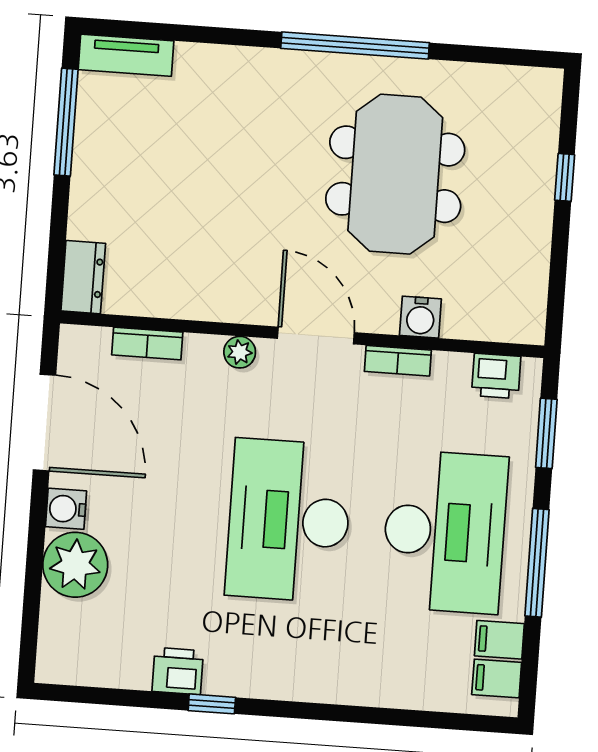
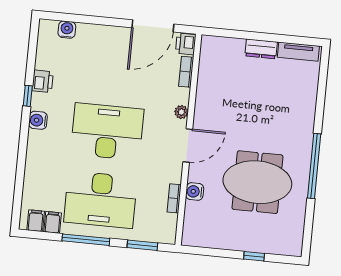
tv unit: (126, 55) -> (298, 52), moved, turned -90
window: (66, 122) -> (284, 39), removed
dresser: (83, 277) -> (261, 49), moved
bookcase: (398, 361) -> (174, 198), moved
printer: (496, 376) -> (186, 44), moved
water cooler: (66, 509) -> (67, 30), moved
plant: (75, 565) -> (90, 38), removed
water cooler: (267, 679) -> (38, 120), added

